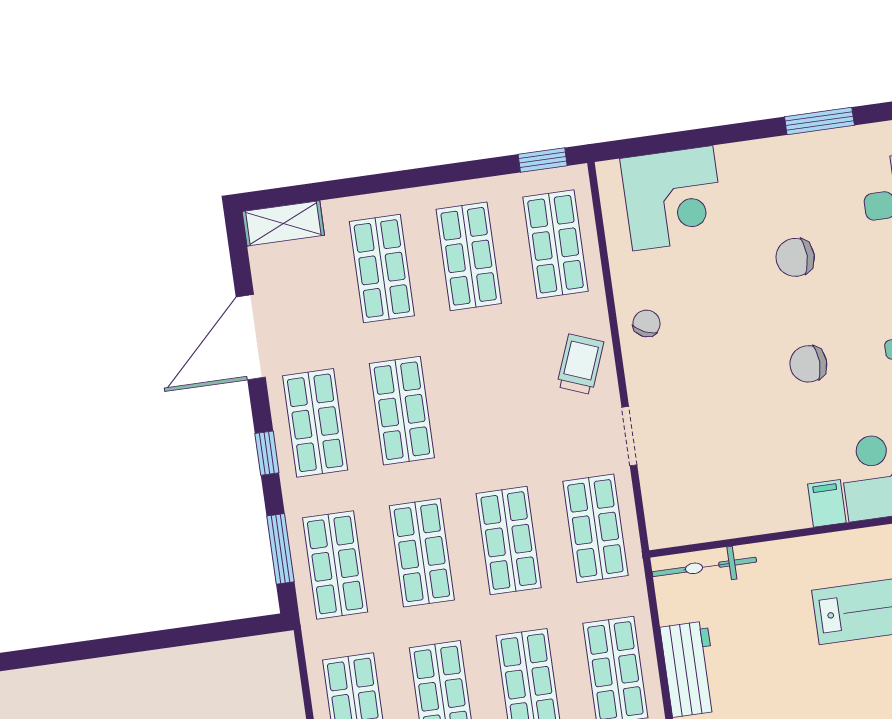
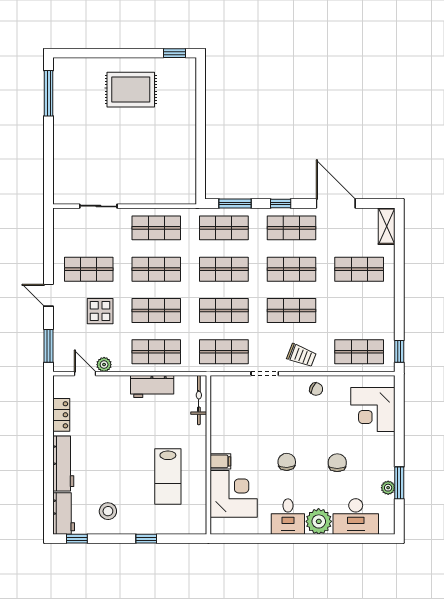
plant: (833, 143) -> (388, 488), added
shop shelf: (469, 256) -> (292, 310), moved

